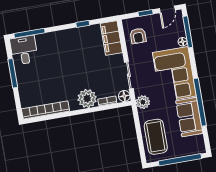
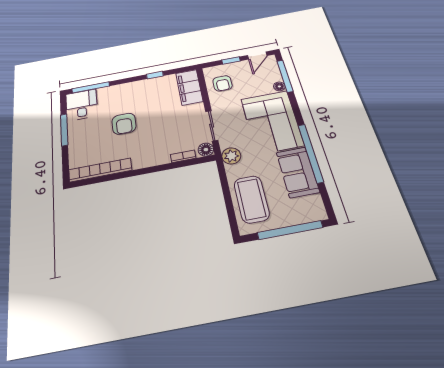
armchair: (60, 70) -> (124, 124), added
plant: (87, 98) -> (156, 154), removed

